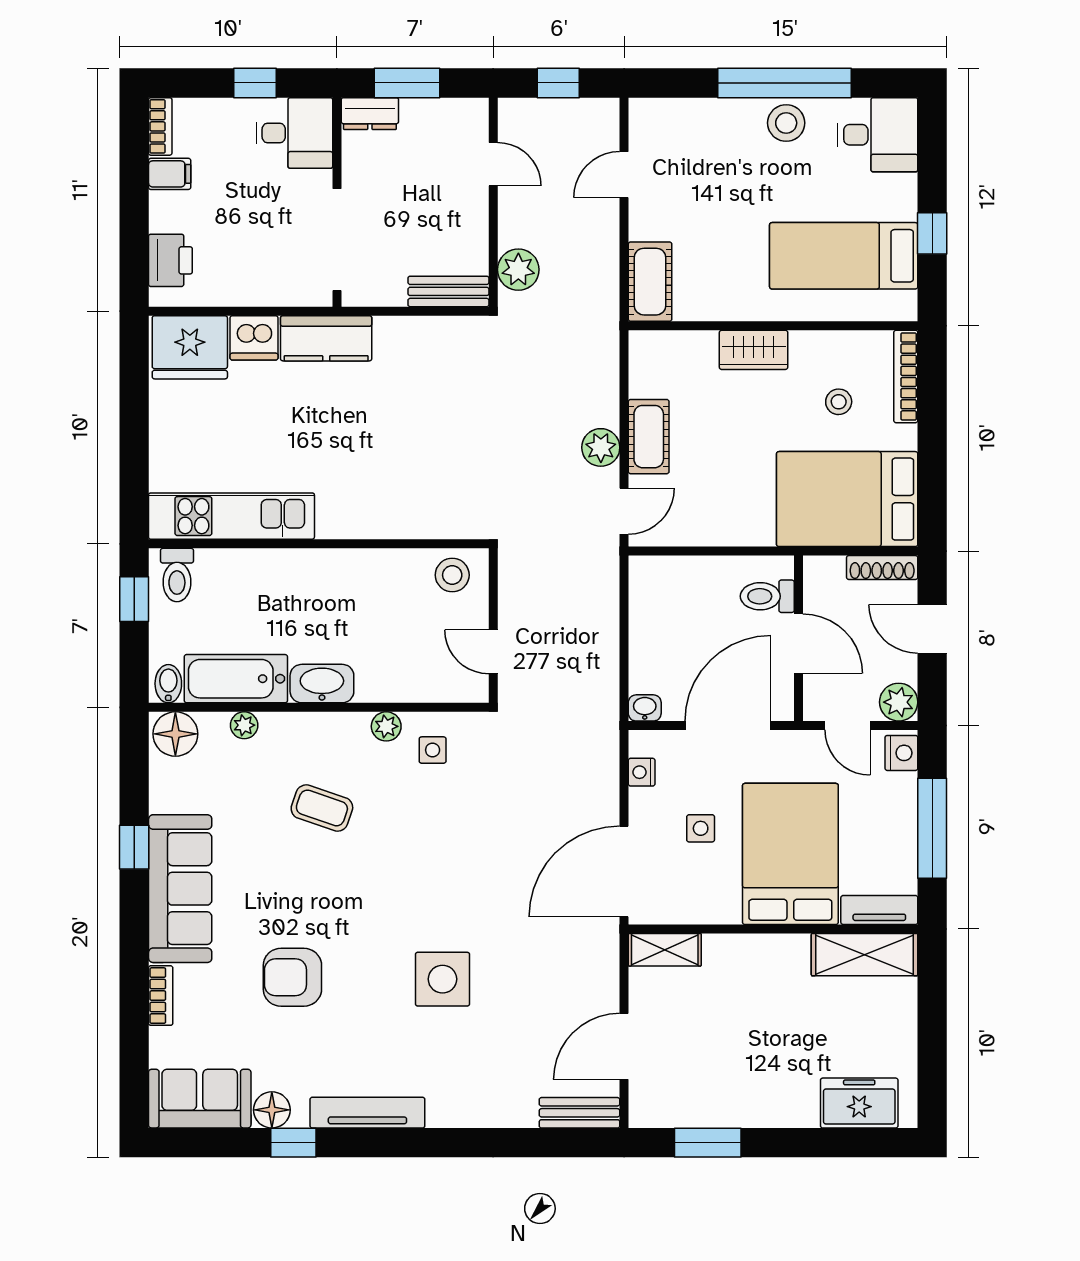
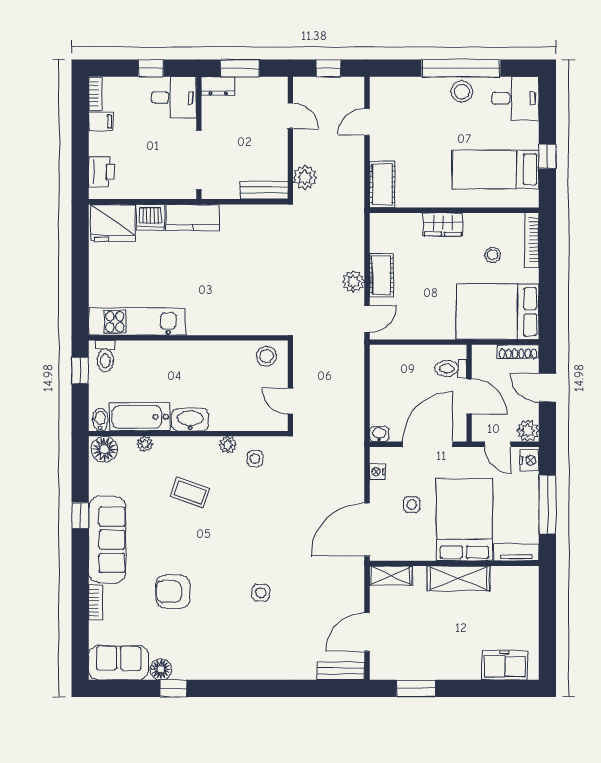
shelving: (865, 955) -> (458, 578), moved
side table: (442, 979) -> (261, 593), width x0.54, depth x0.54
tv unit: (367, 1113) -> (217, 671), removed

